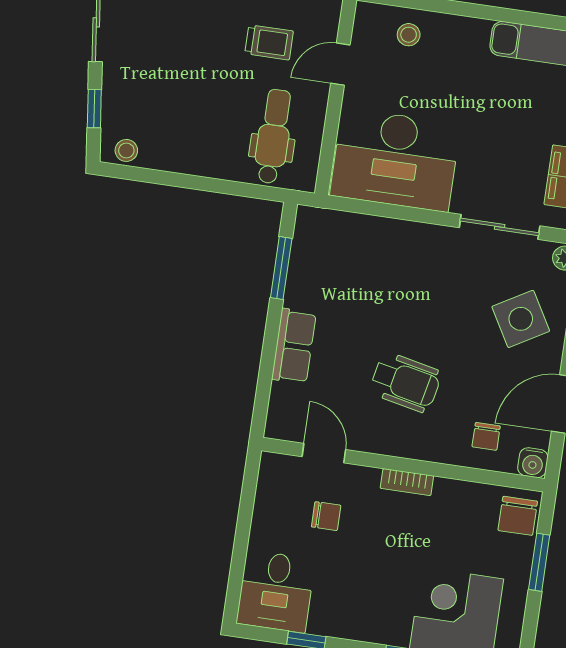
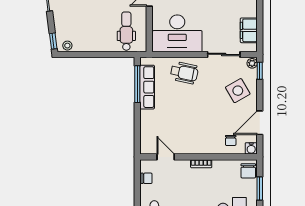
window: (94, 109) -> (53, 41), moved
window: (281, 268) -> (137, 84), width x1.44
row of seats: (294, 346) -> (147, 87), moved, width x1.48
wheelchair: (405, 382) -> (184, 73), moved
chair: (326, 516) -> (147, 178), moved

